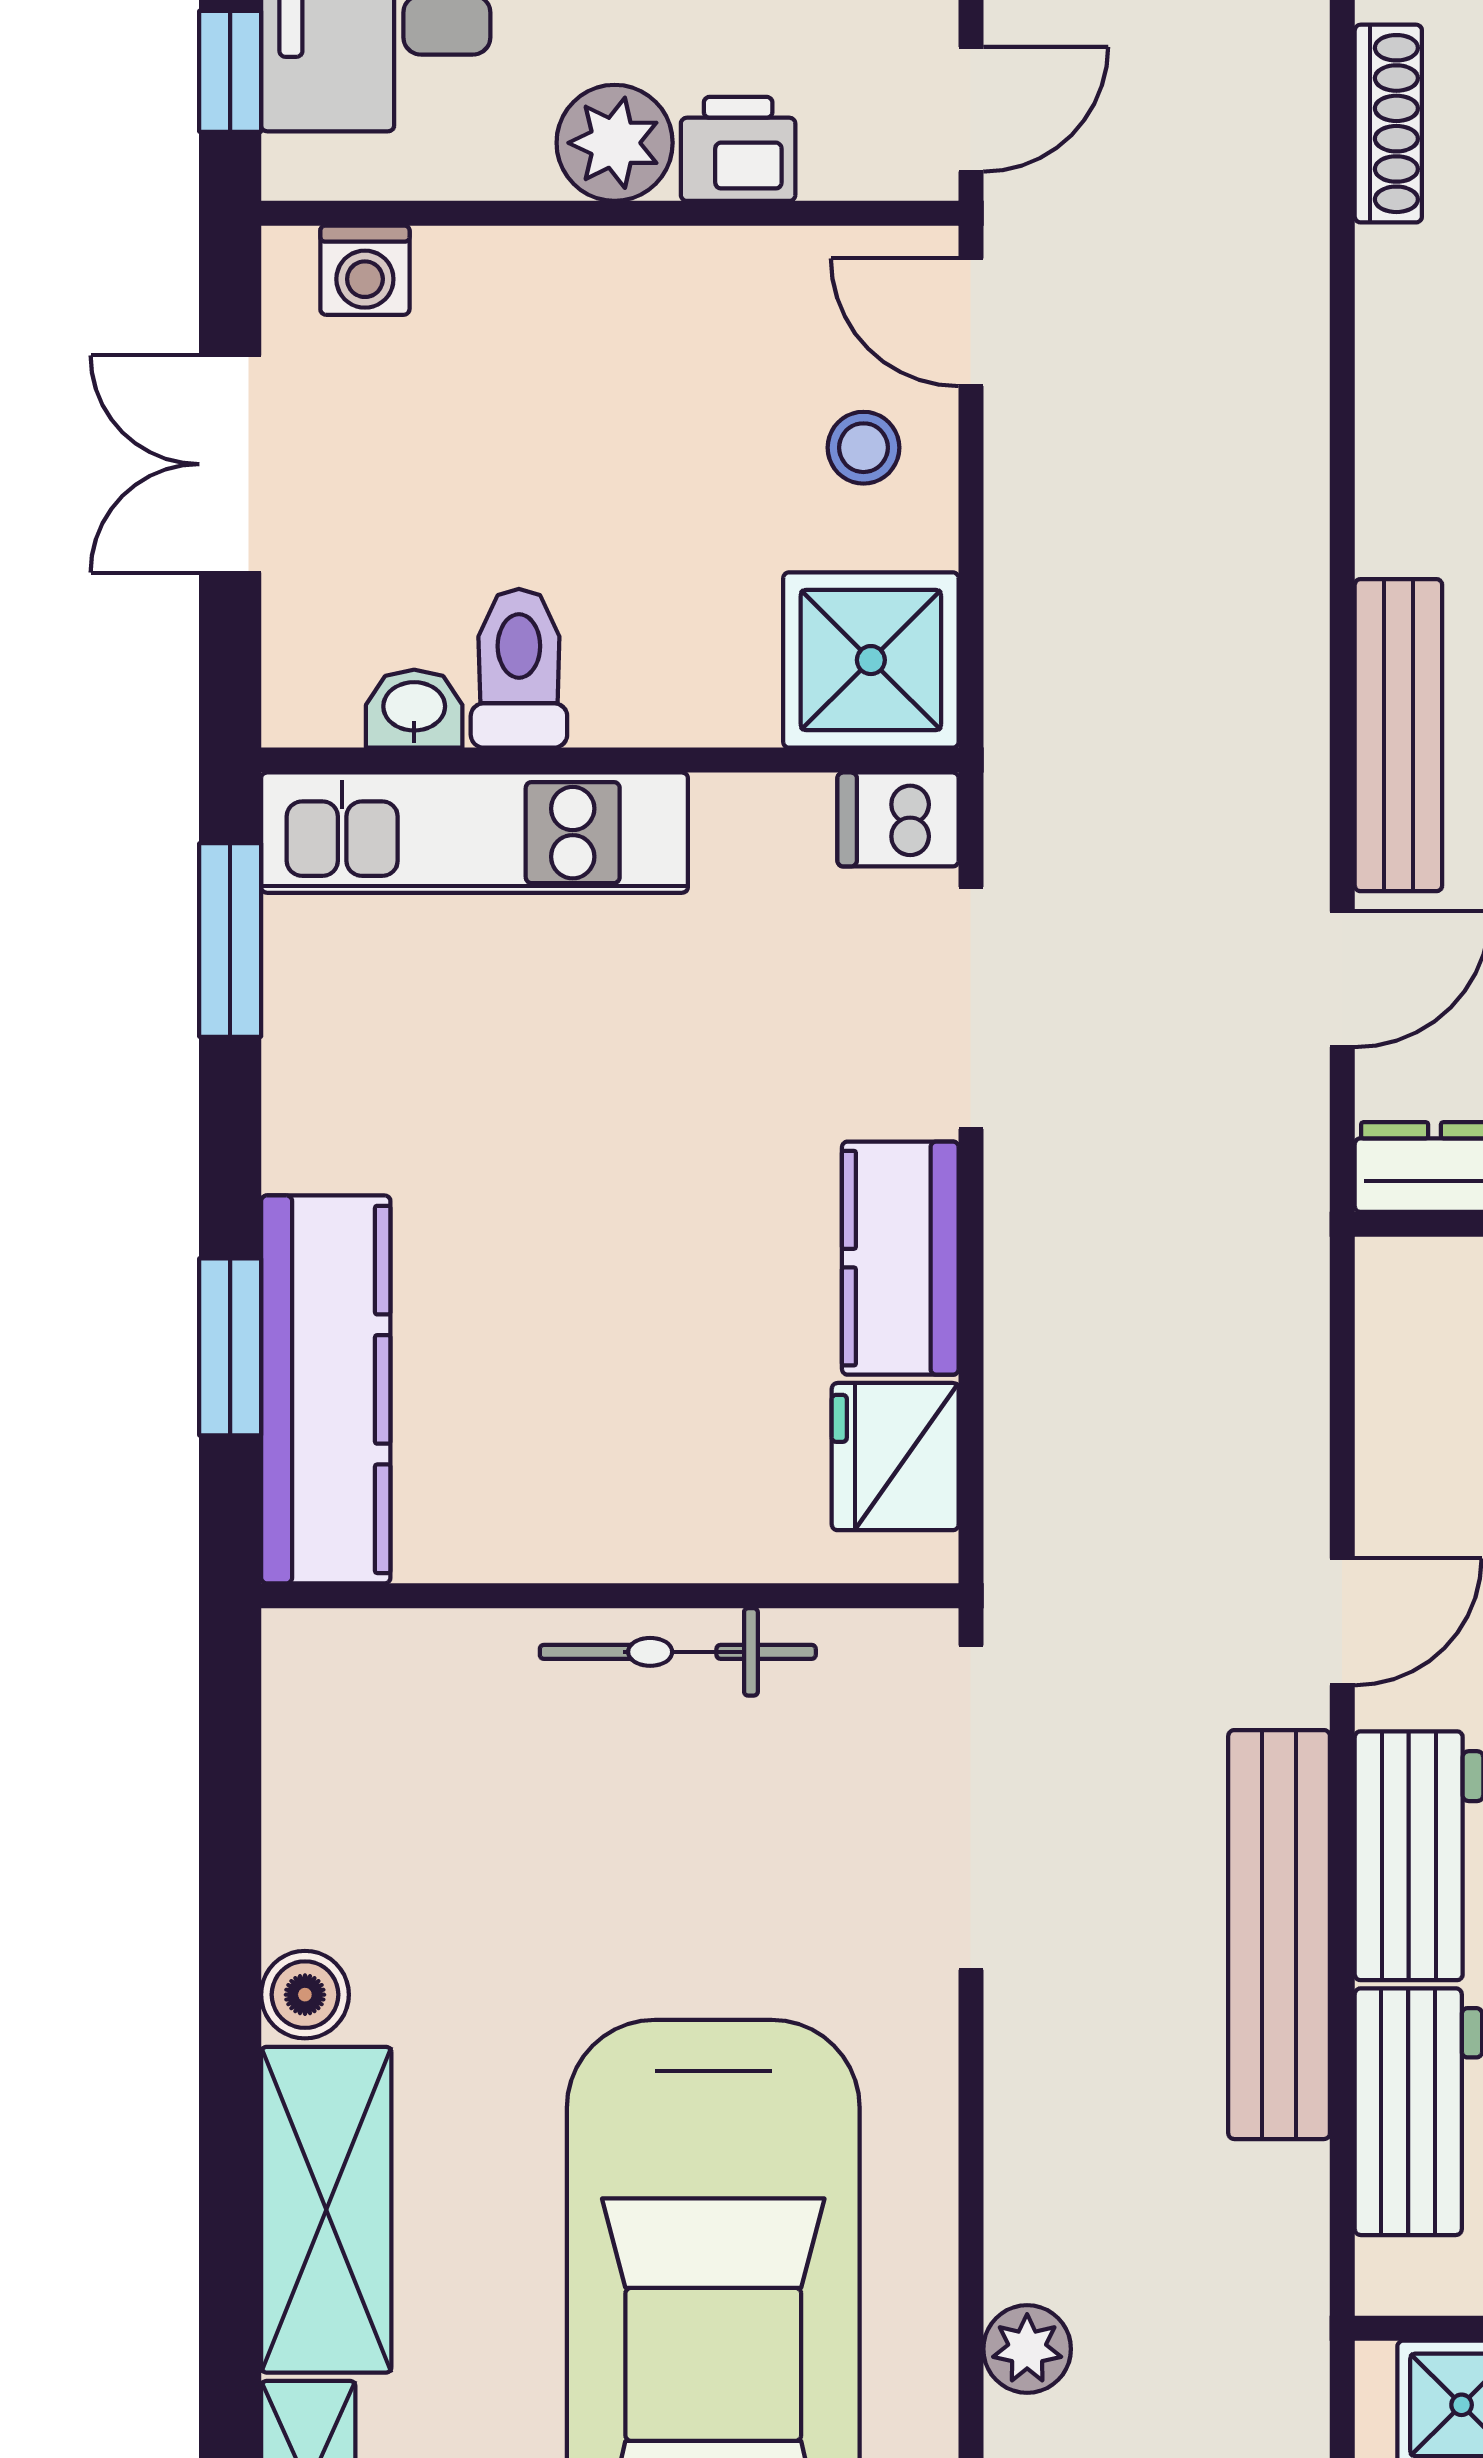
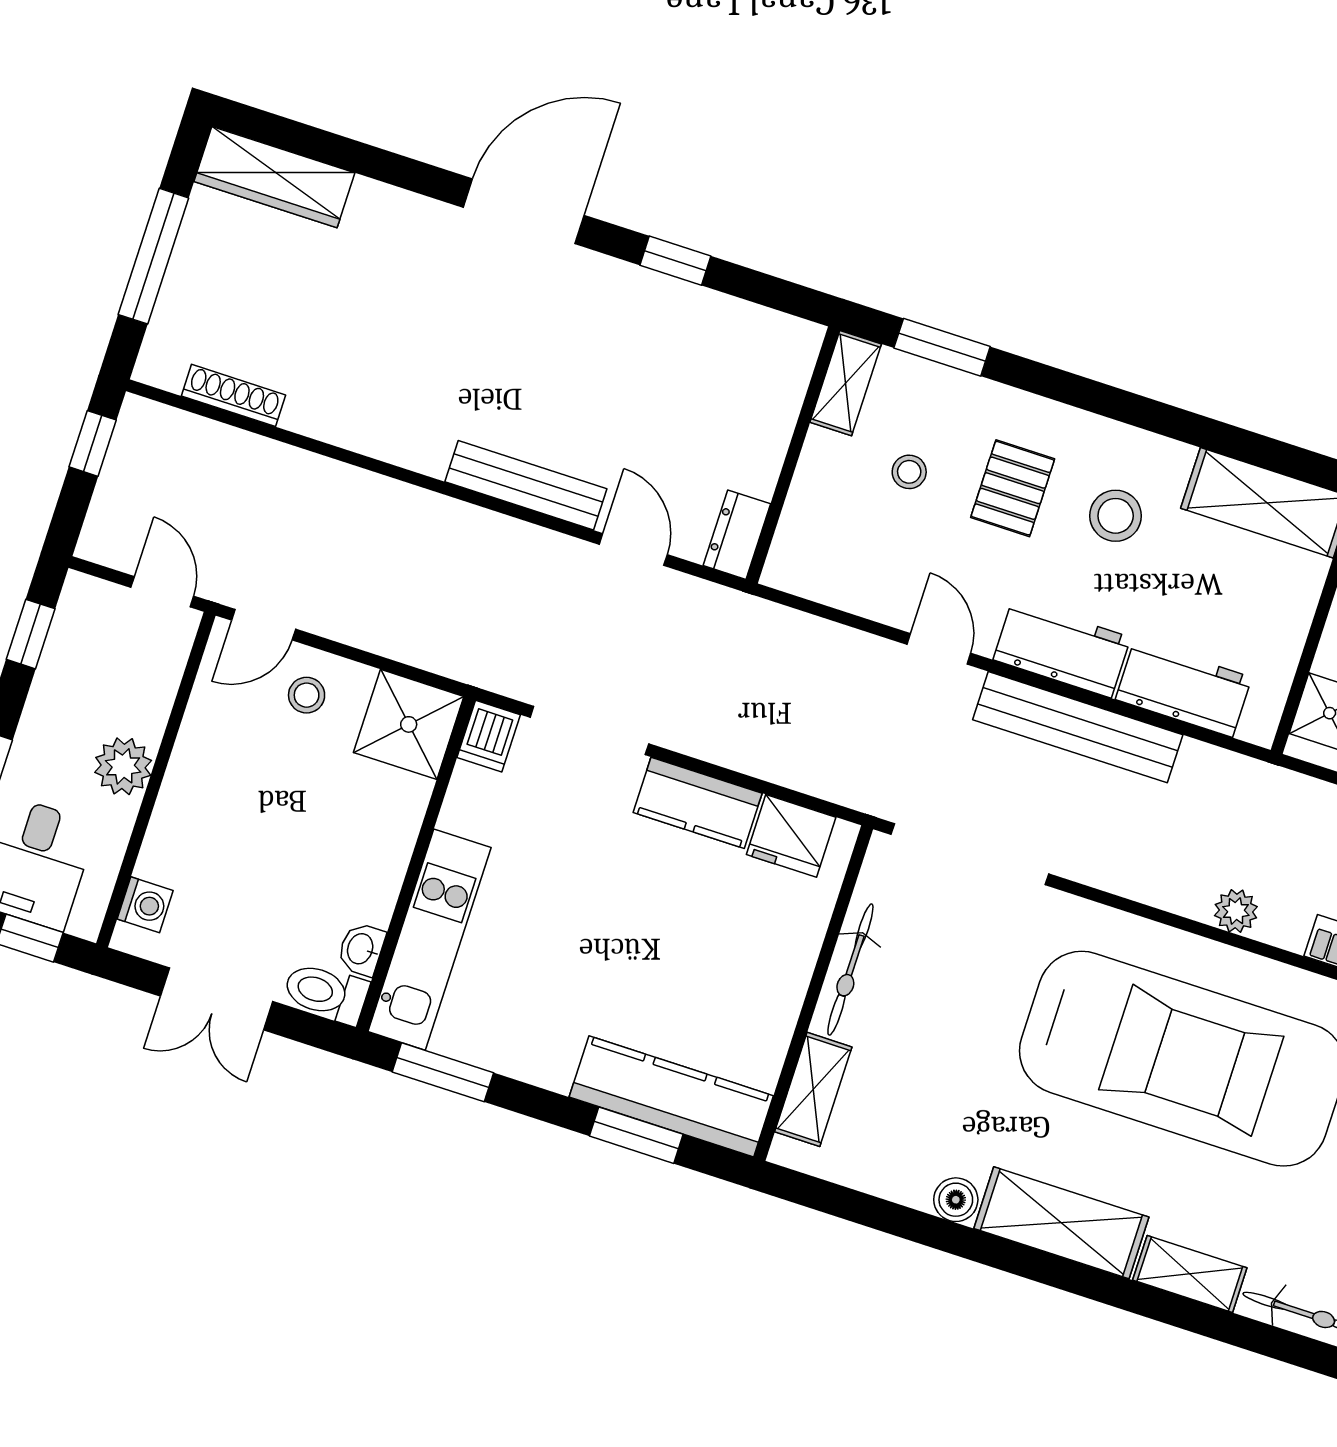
printer: (738, 149) -> (145, 709), removed
toilet: (519, 668) -> (326, 993), moved
shelving: (427, 1655) -> (813, 1089), added

